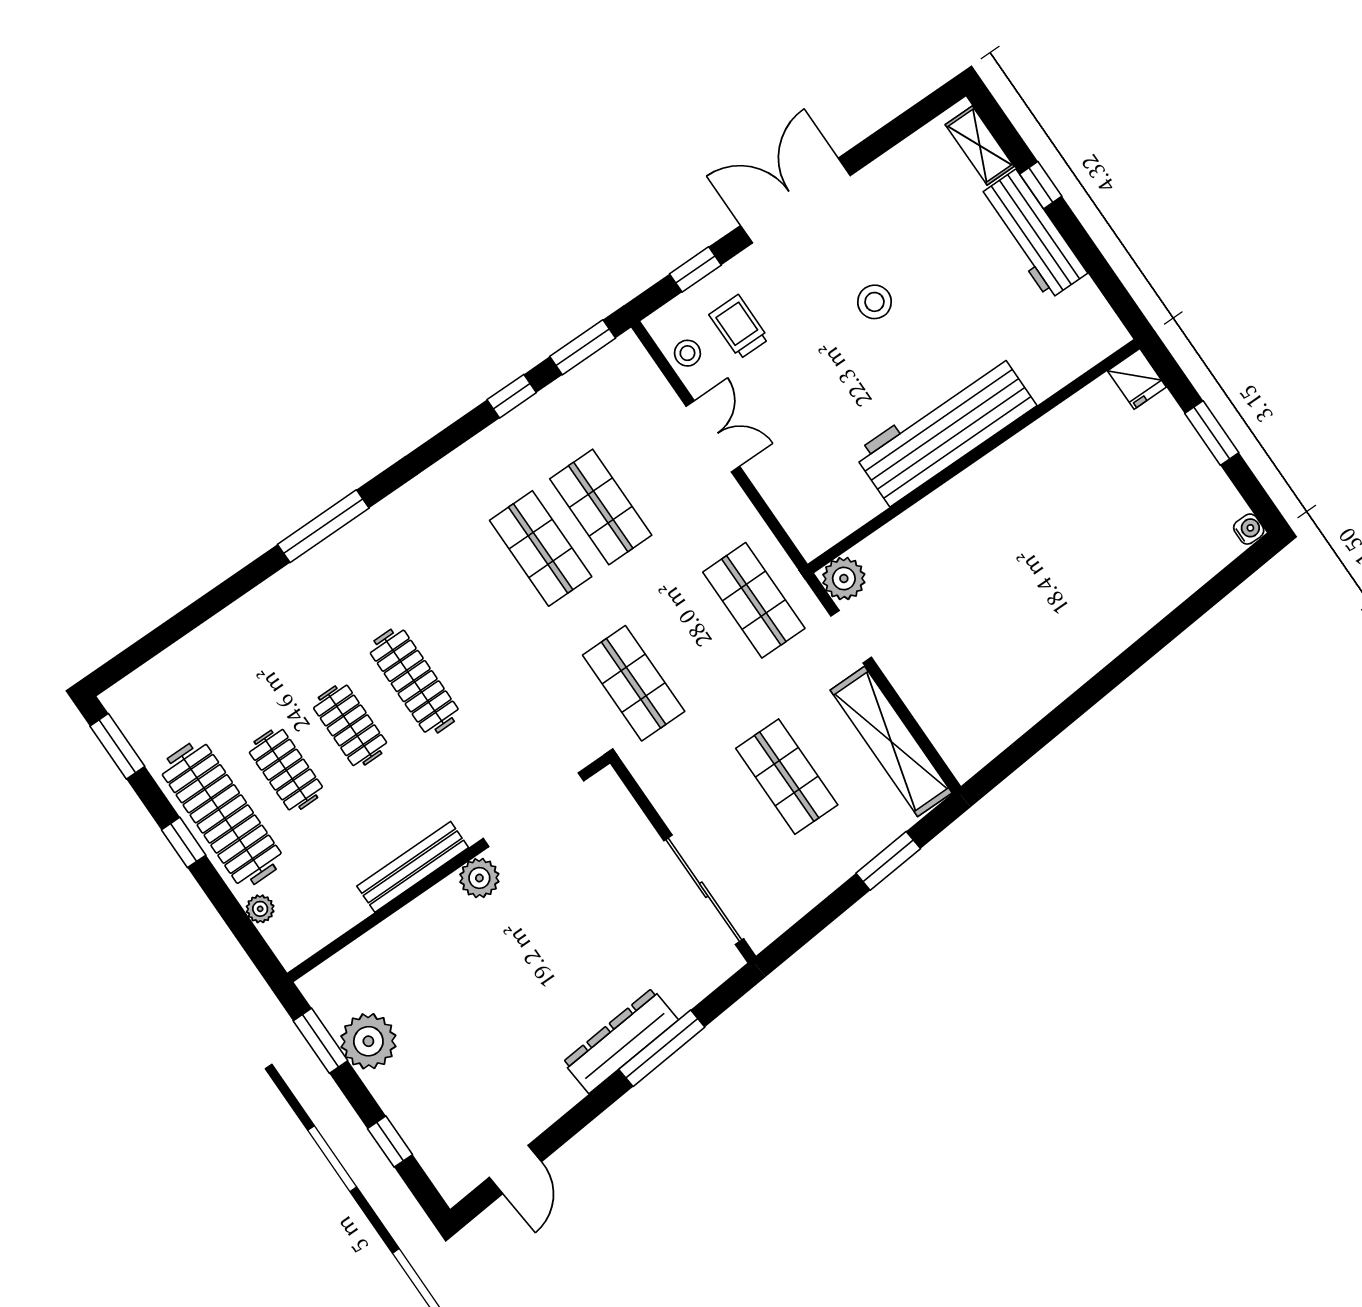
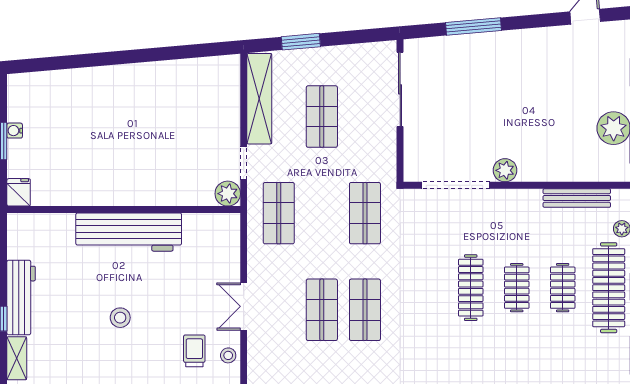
trolley: (739, 327) -> (194, 351), turned 180
water cooler: (1249, 529) -> (15, 131), moved
bench: (413, 867) -> (577, 198), moved
dresser: (621, 1041) -> (491, 44), removed

